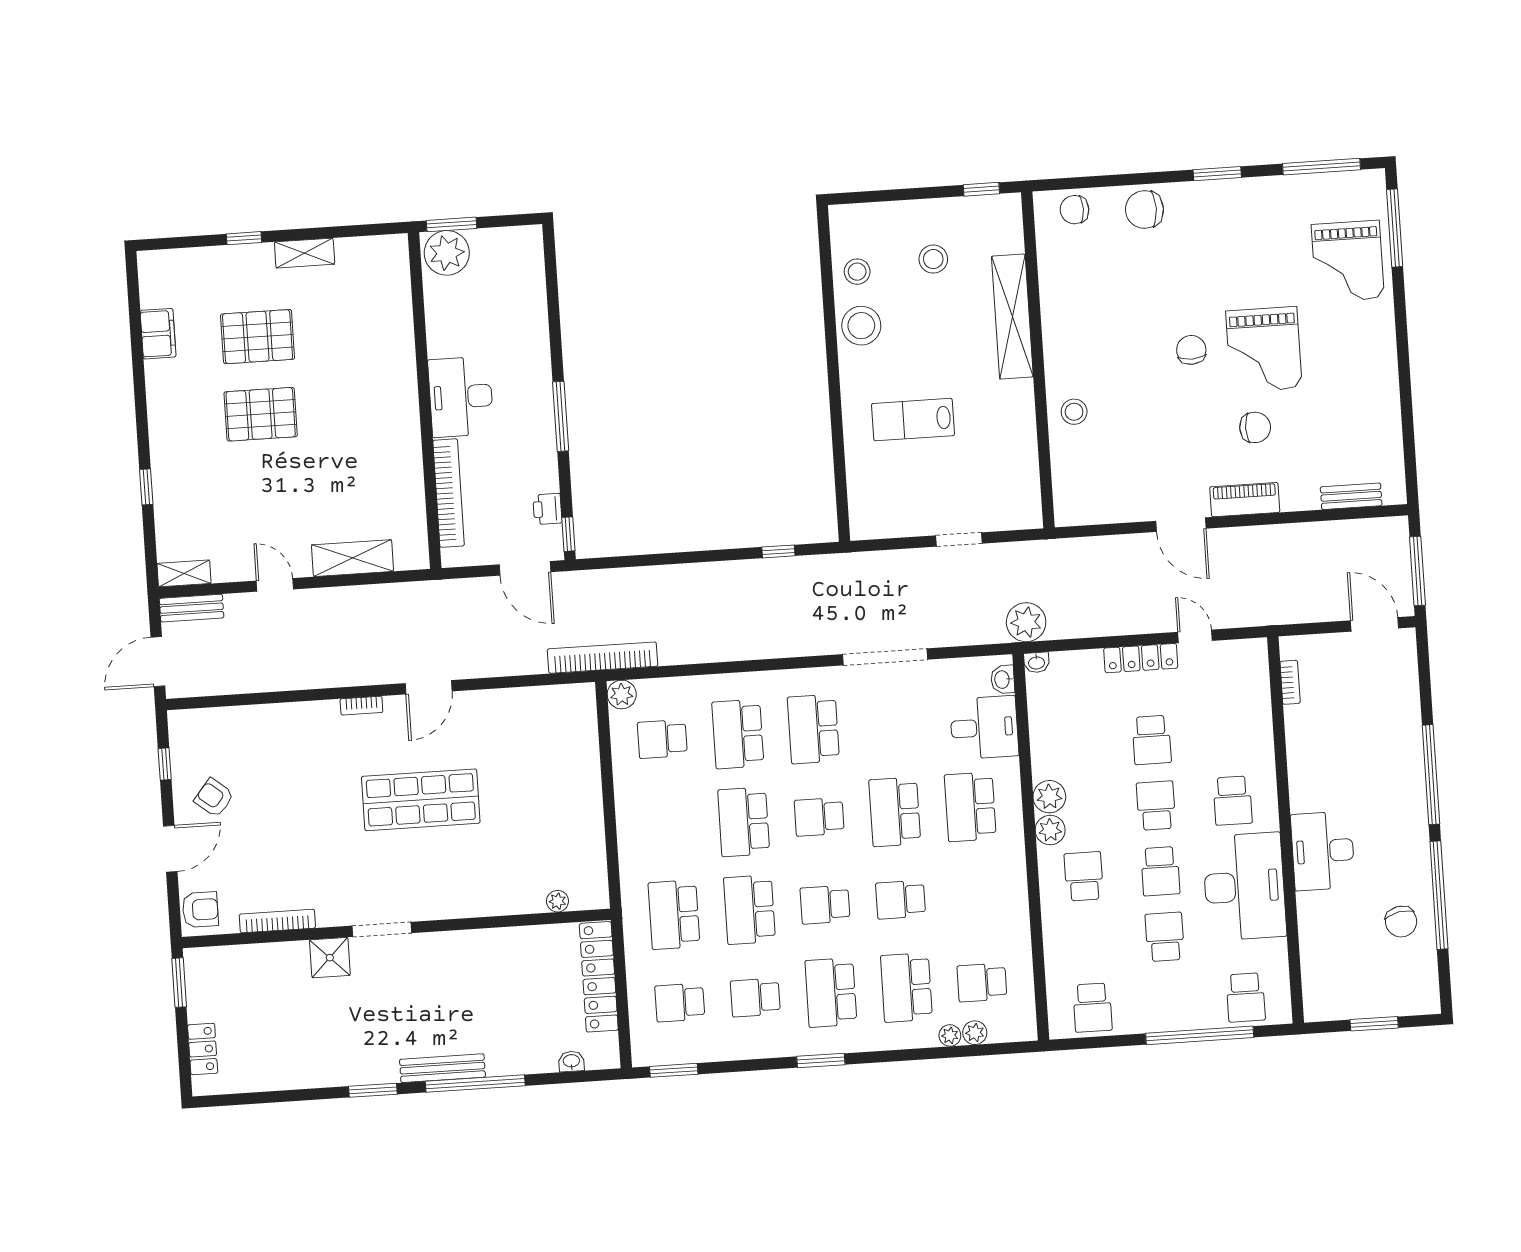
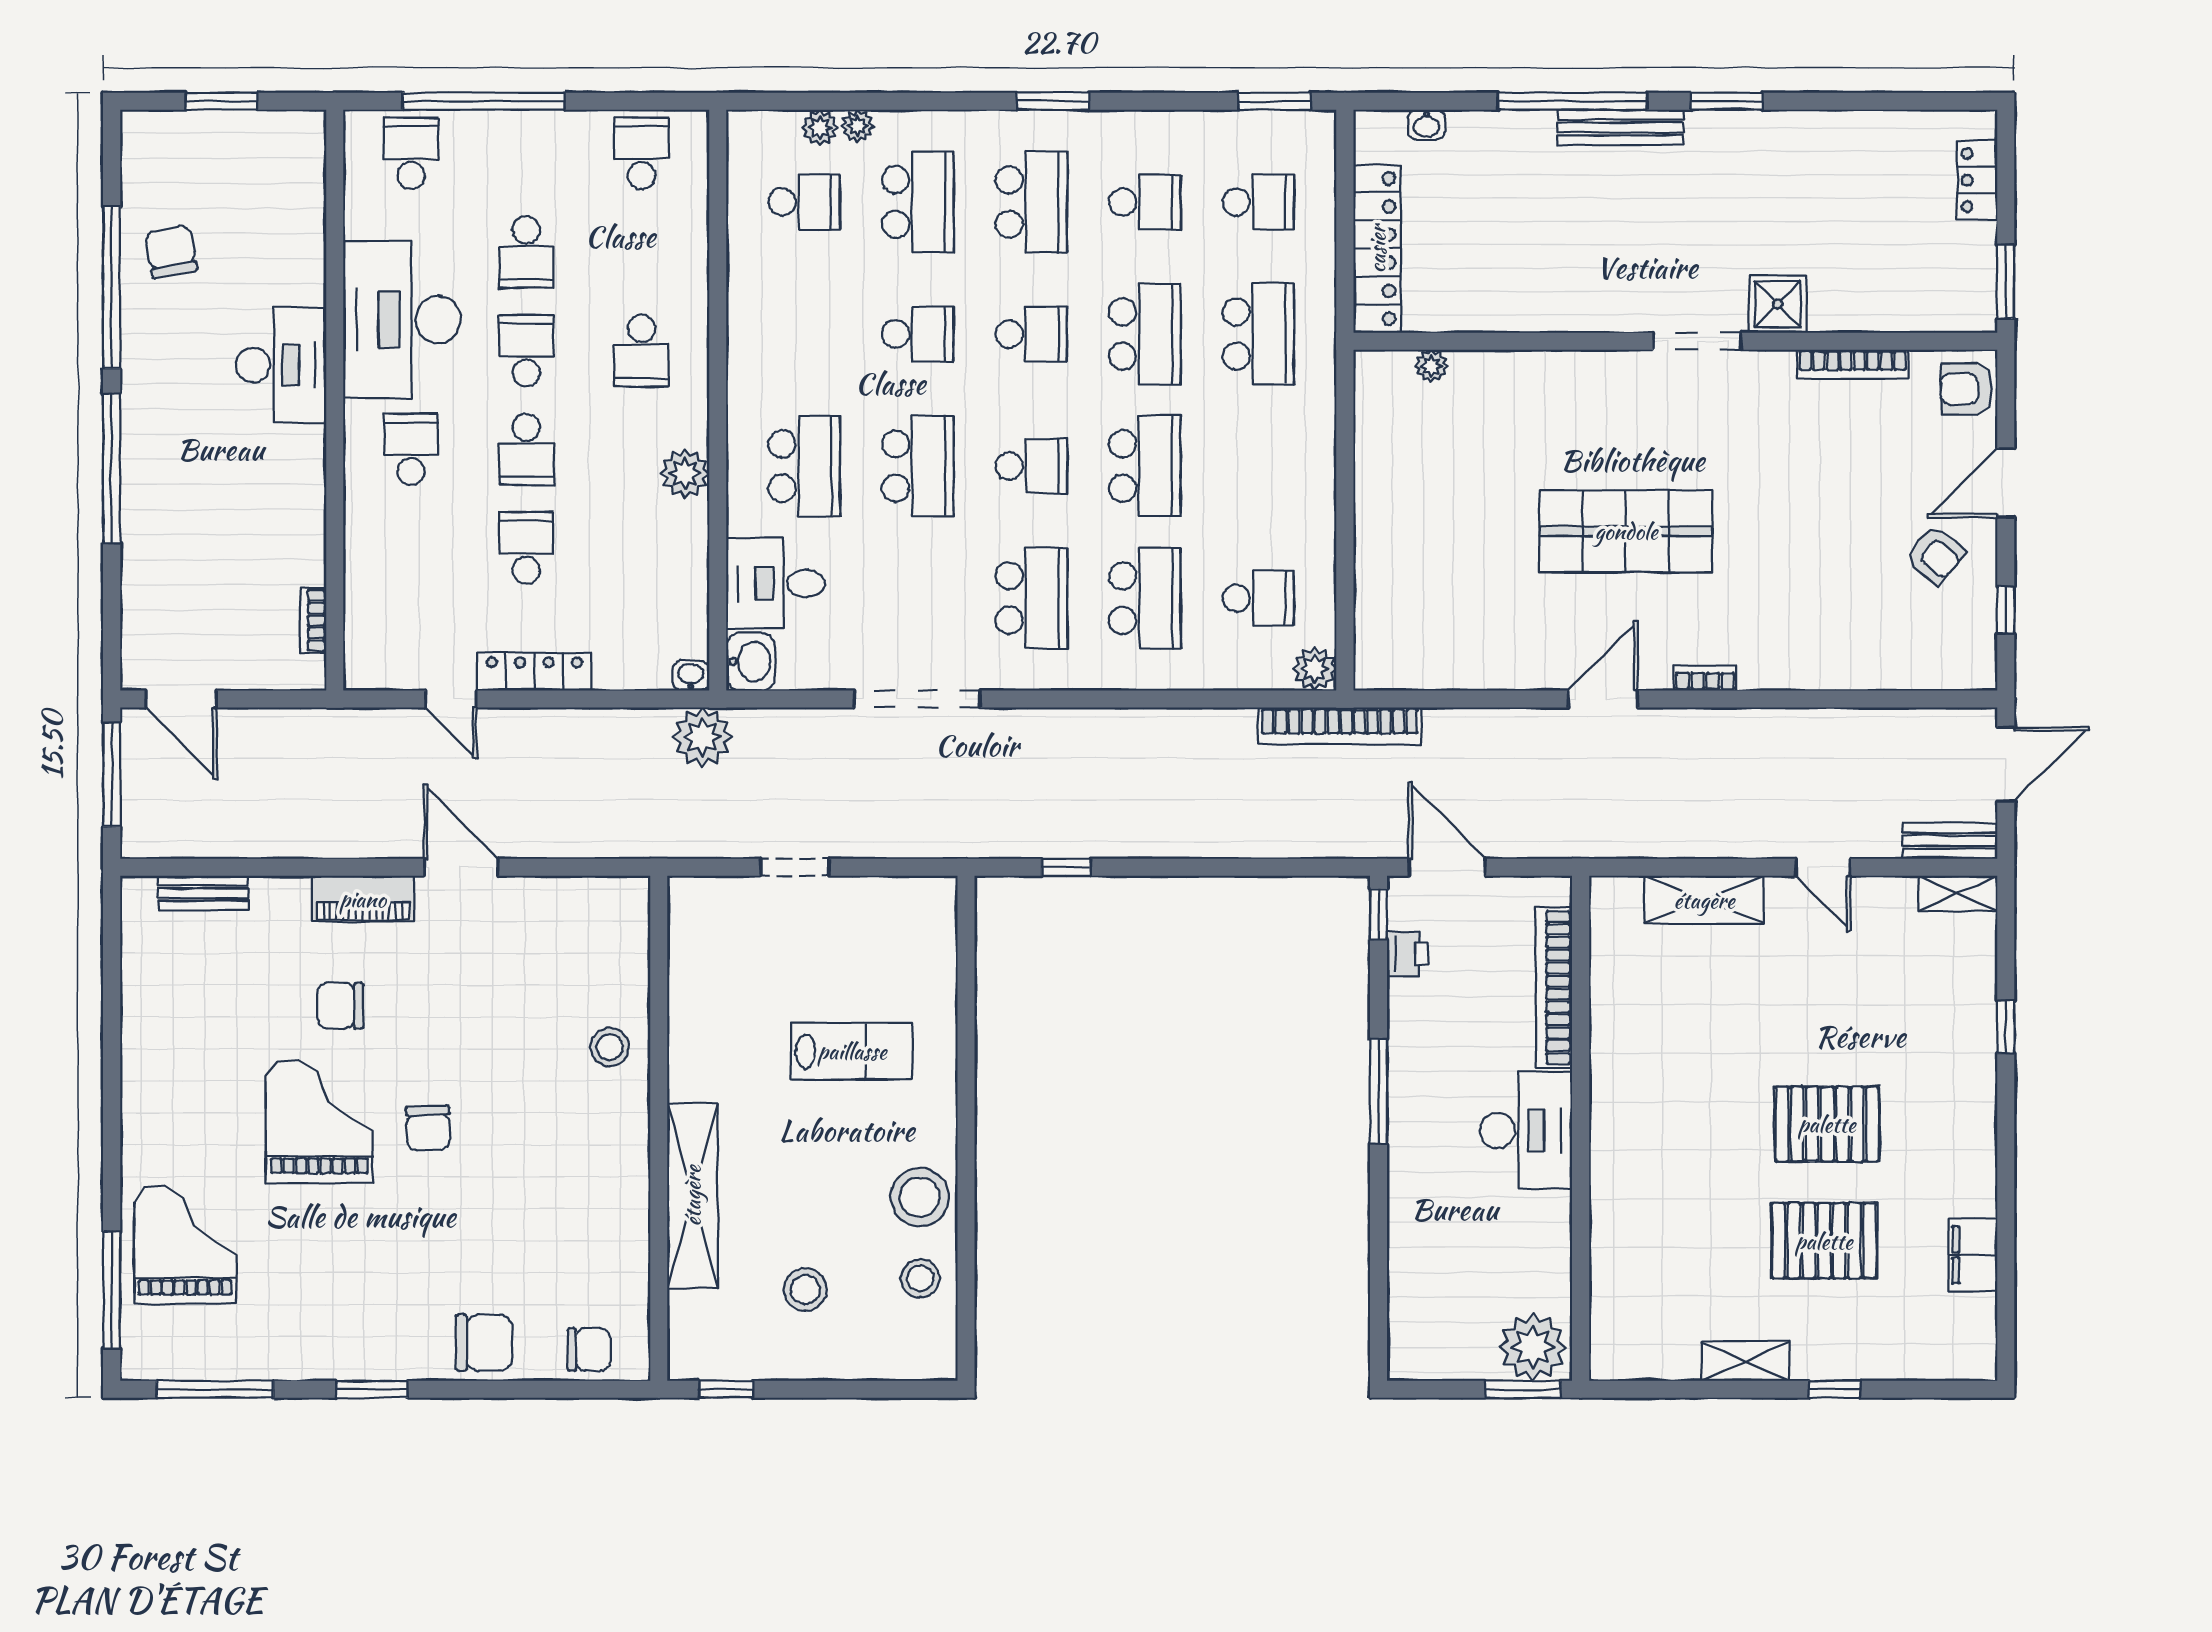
washbasin: (1003, 679) -> (751, 662), width x1.38, depth x1.45
plant: (1050, 830) -> (687, 423), removed

